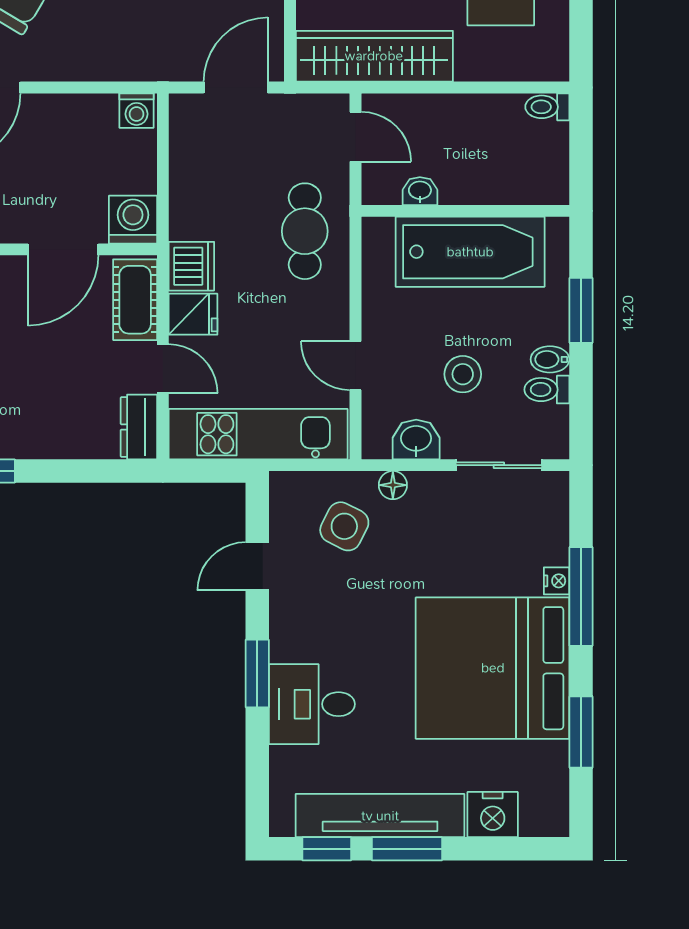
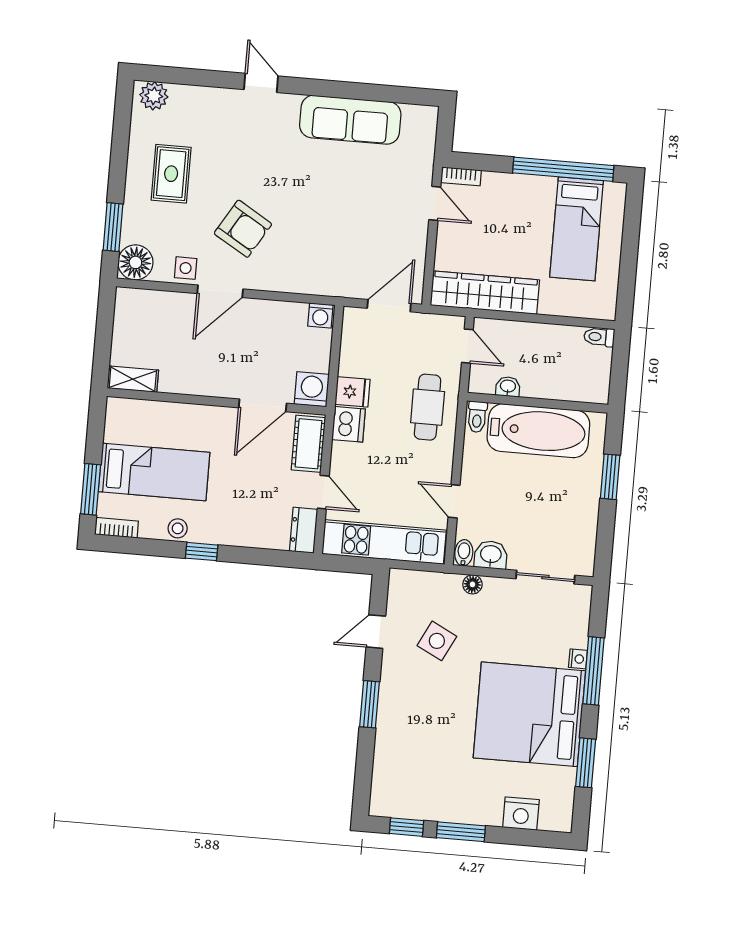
fridge: (193, 314) -> (352, 392), moved
bidet: (550, 359) -> (464, 553), moved, turned 90
stool: (463, 374) -> (526, 513), removed
toilet: (547, 390) -> (477, 417), moved, turned -90
side table: (344, 526) -> (437, 641), moved
desk: (312, 704) -> (405, 728), removed
tv unit: (380, 816) -> (445, 808), removed

